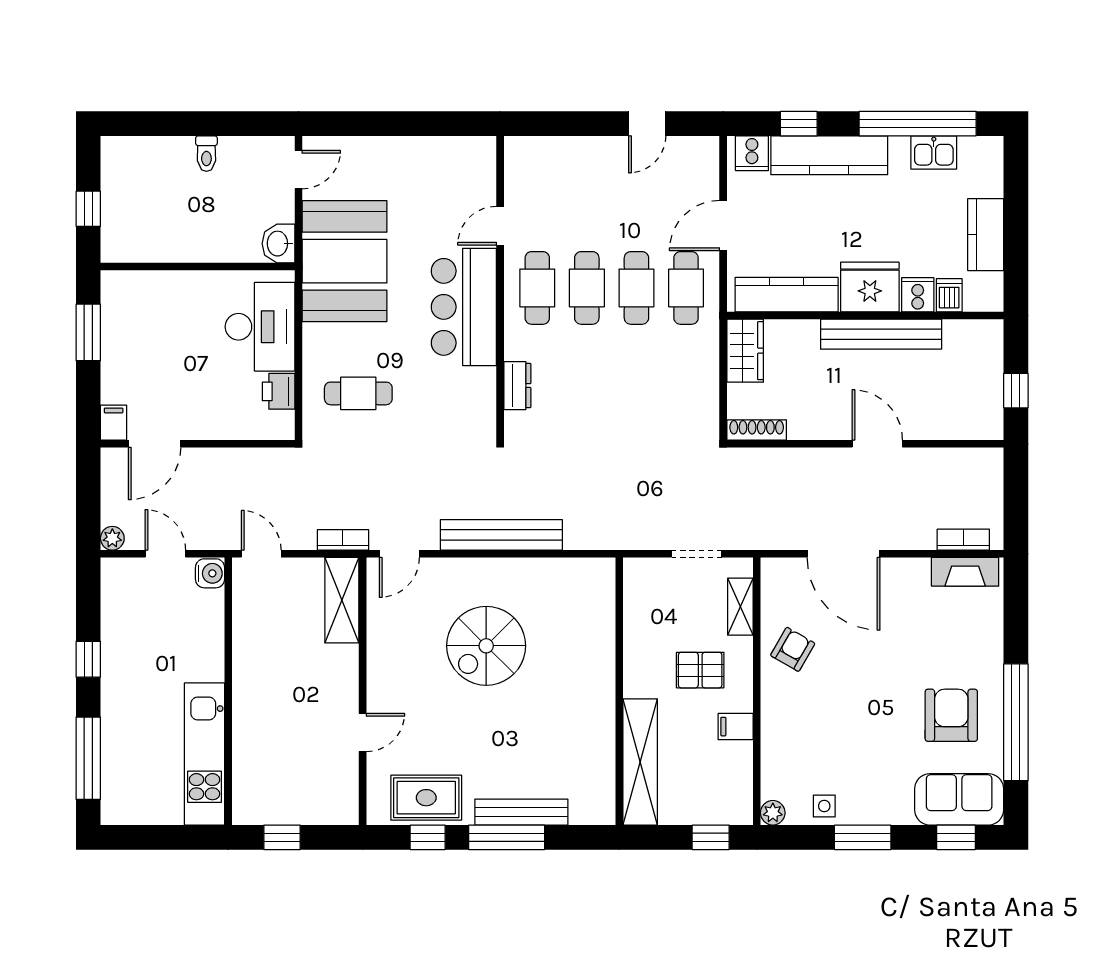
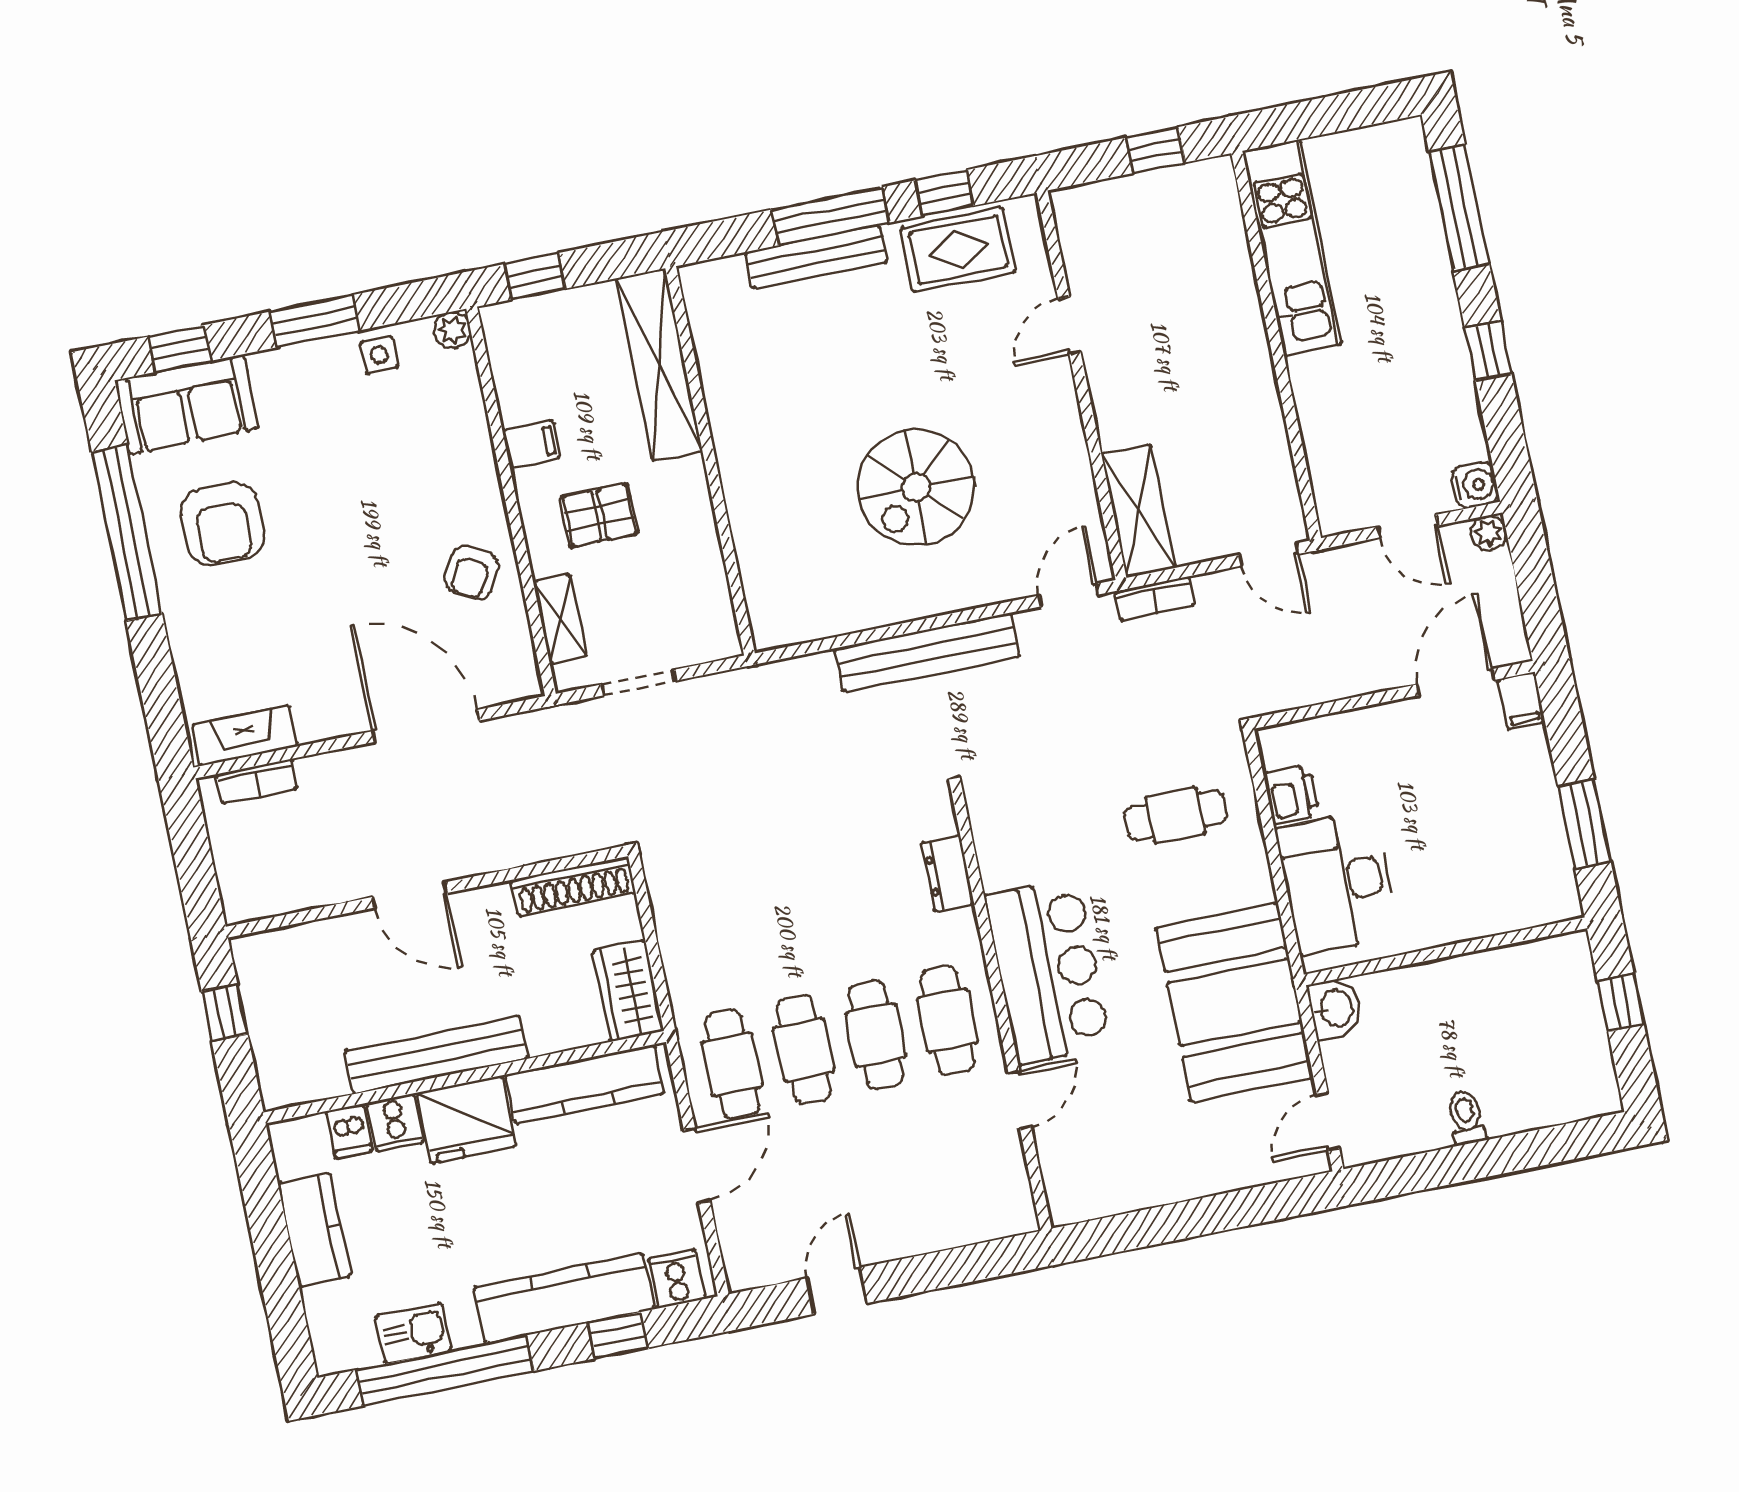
shoe rack: (757, 430) -> (573, 886), width x1.36, depth x1.24
water cooler: (210, 573) -> (1475, 485), moved, turned 180
spiral stairs: (486, 646) -> (916, 487), turned 180

